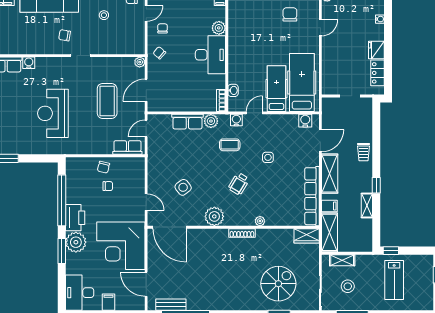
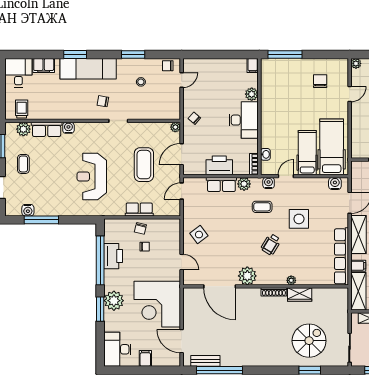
chair: (163, 28) -> (197, 95), removed
printer: (185, 102) -> (219, 165), added
row of seats: (127, 148) -> (139, 209), moved
side table: (268, 157) -> (299, 219), width x1.87, depth x1.87
side table: (183, 187) -> (199, 235), moved
printer: (75, 218) -> (113, 256), moved
door: (170, 227) -> (220, 286), moved
wardrobe: (307, 236) -> (300, 295), moved

